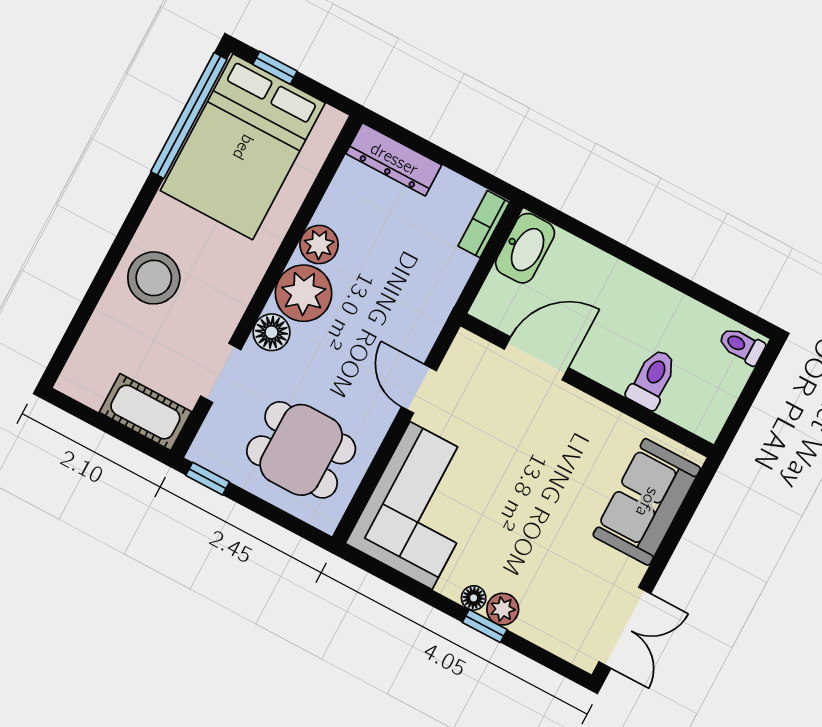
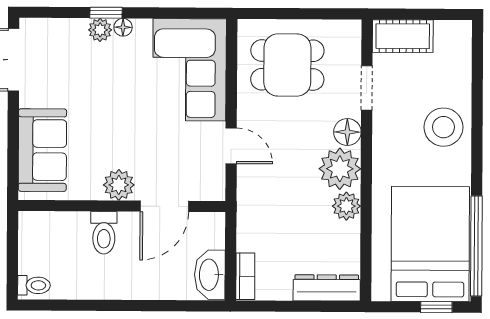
toilet: (652, 379) -> (104, 233), moved
plant: (577, 412) -> (119, 185), added
window: (208, 479) -> (339, 14), removed

